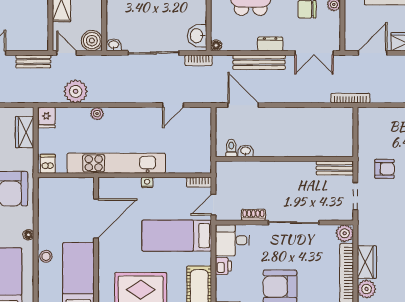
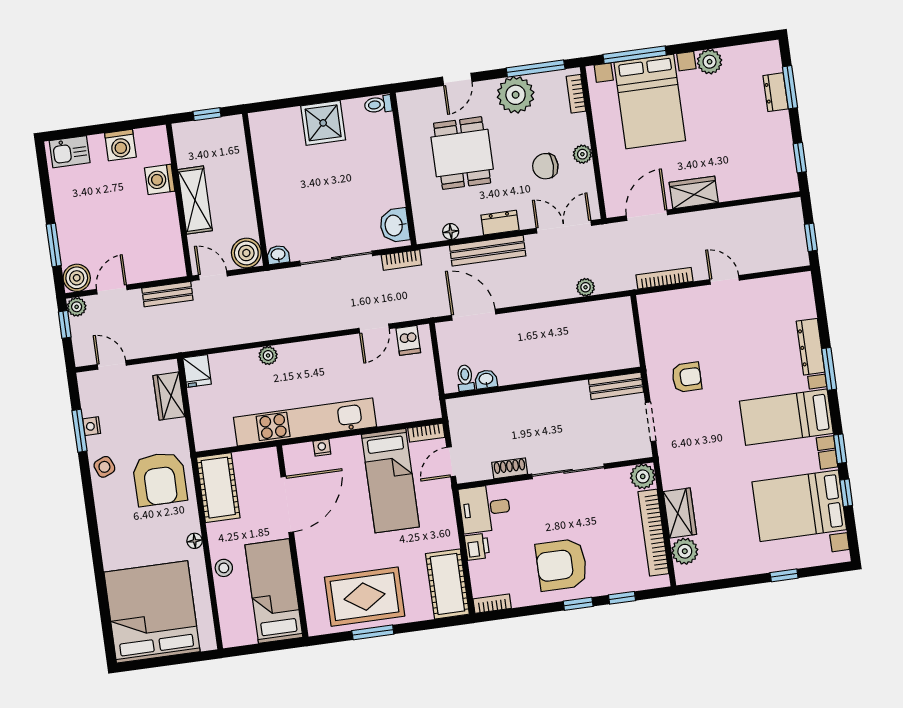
floor lamp: (216, 45) -> (451, 232), moved
double door: (314, 53) -> (564, 227), swing flipped
plant: (76, 91) -> (586, 287), moved, width x0.53, depth x0.53
bookcase: (350, 98) -> (664, 278), moved
dishwasher: (48, 164) -> (408, 340), moved, turned 180
nightstand: (147, 183) -> (322, 448), moved
cot: (50, 200) -> (218, 488), added
bed: (177, 236) -> (390, 481), moved, turned -90

